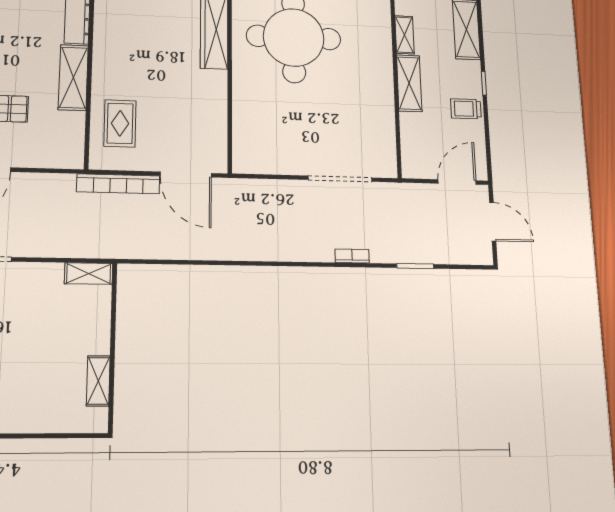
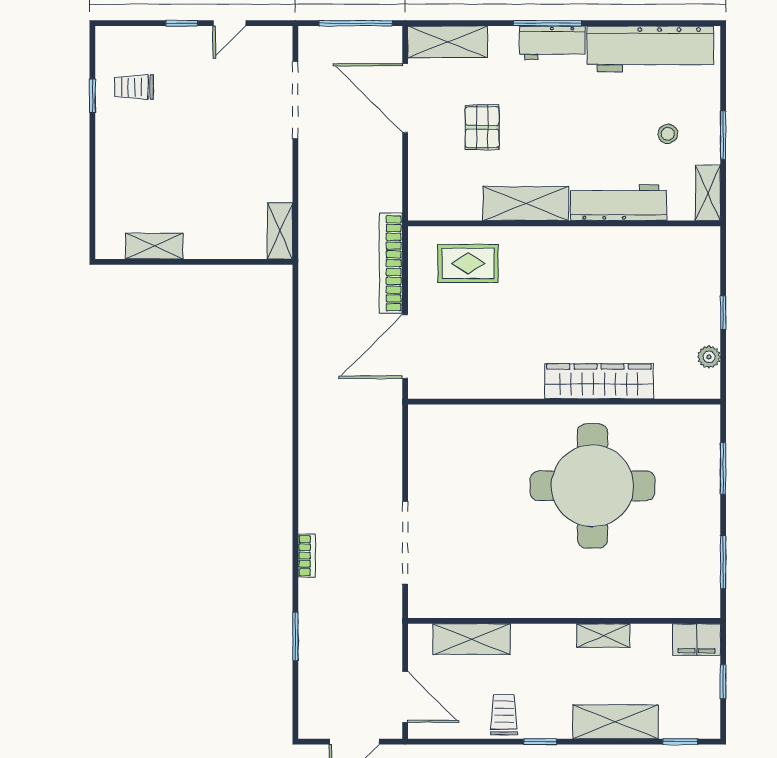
shelving: (409, 83) -> (472, 639), moved

